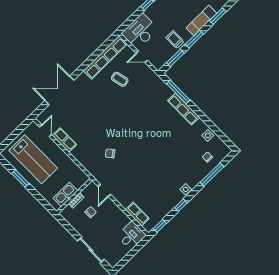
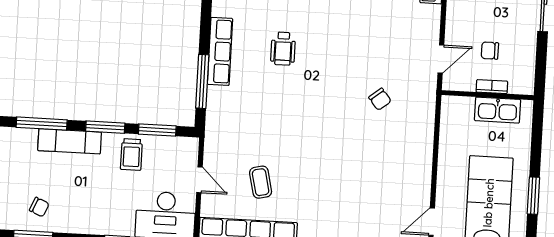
window: (218, 16) -> (42, 124), width x1.44
wheelchair: (163, 134) -> (283, 49), added
row of seats: (64, 140) -> (420, 182), removed

